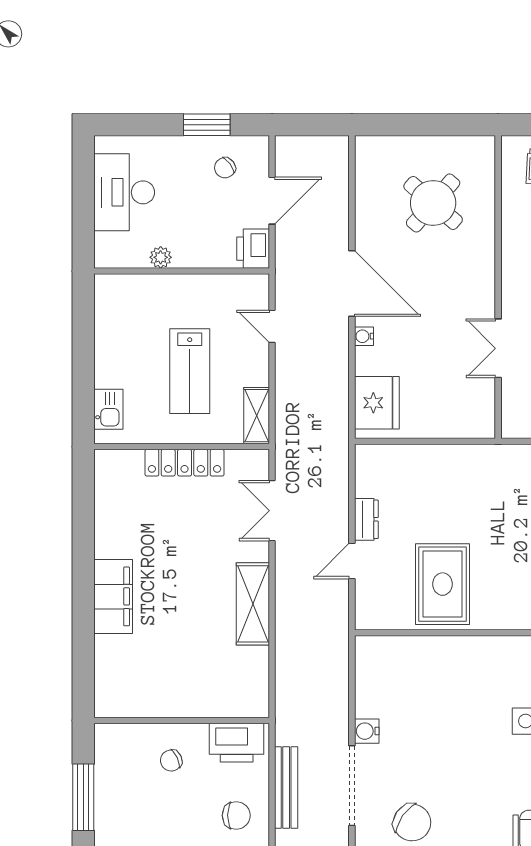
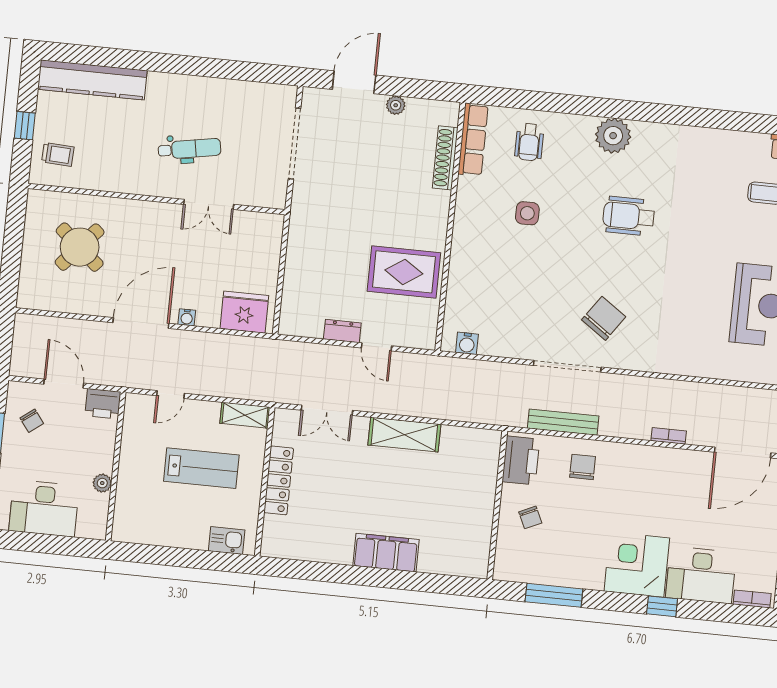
water cooler: (367, 731) -> (467, 343), moved

